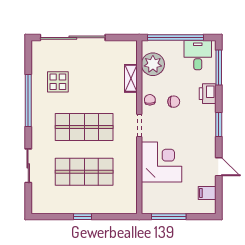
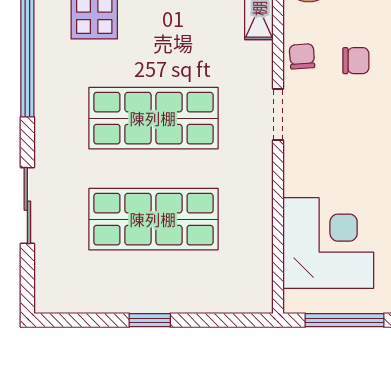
corner desk: (161, 162) -> (328, 243), moved

